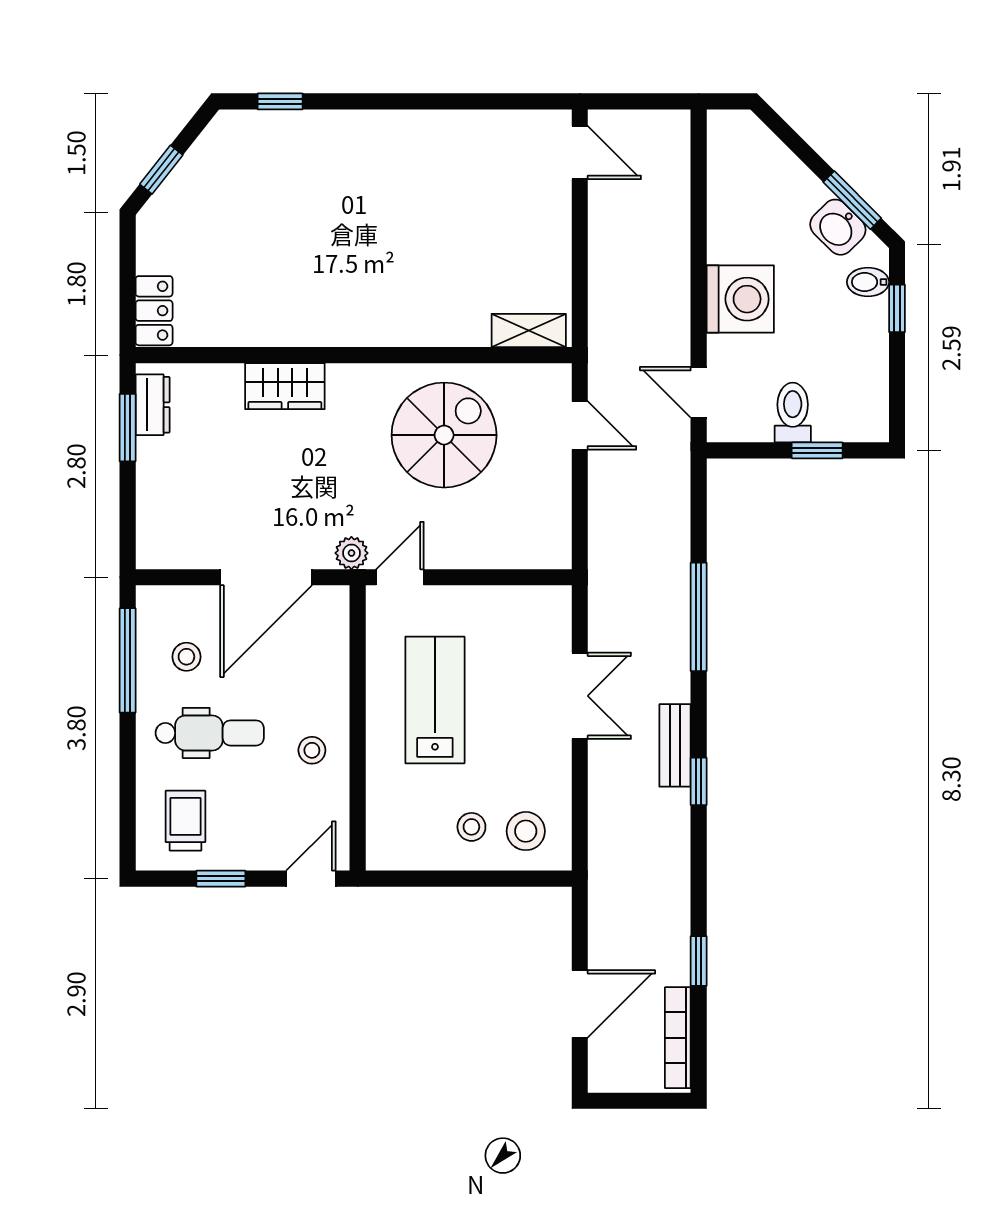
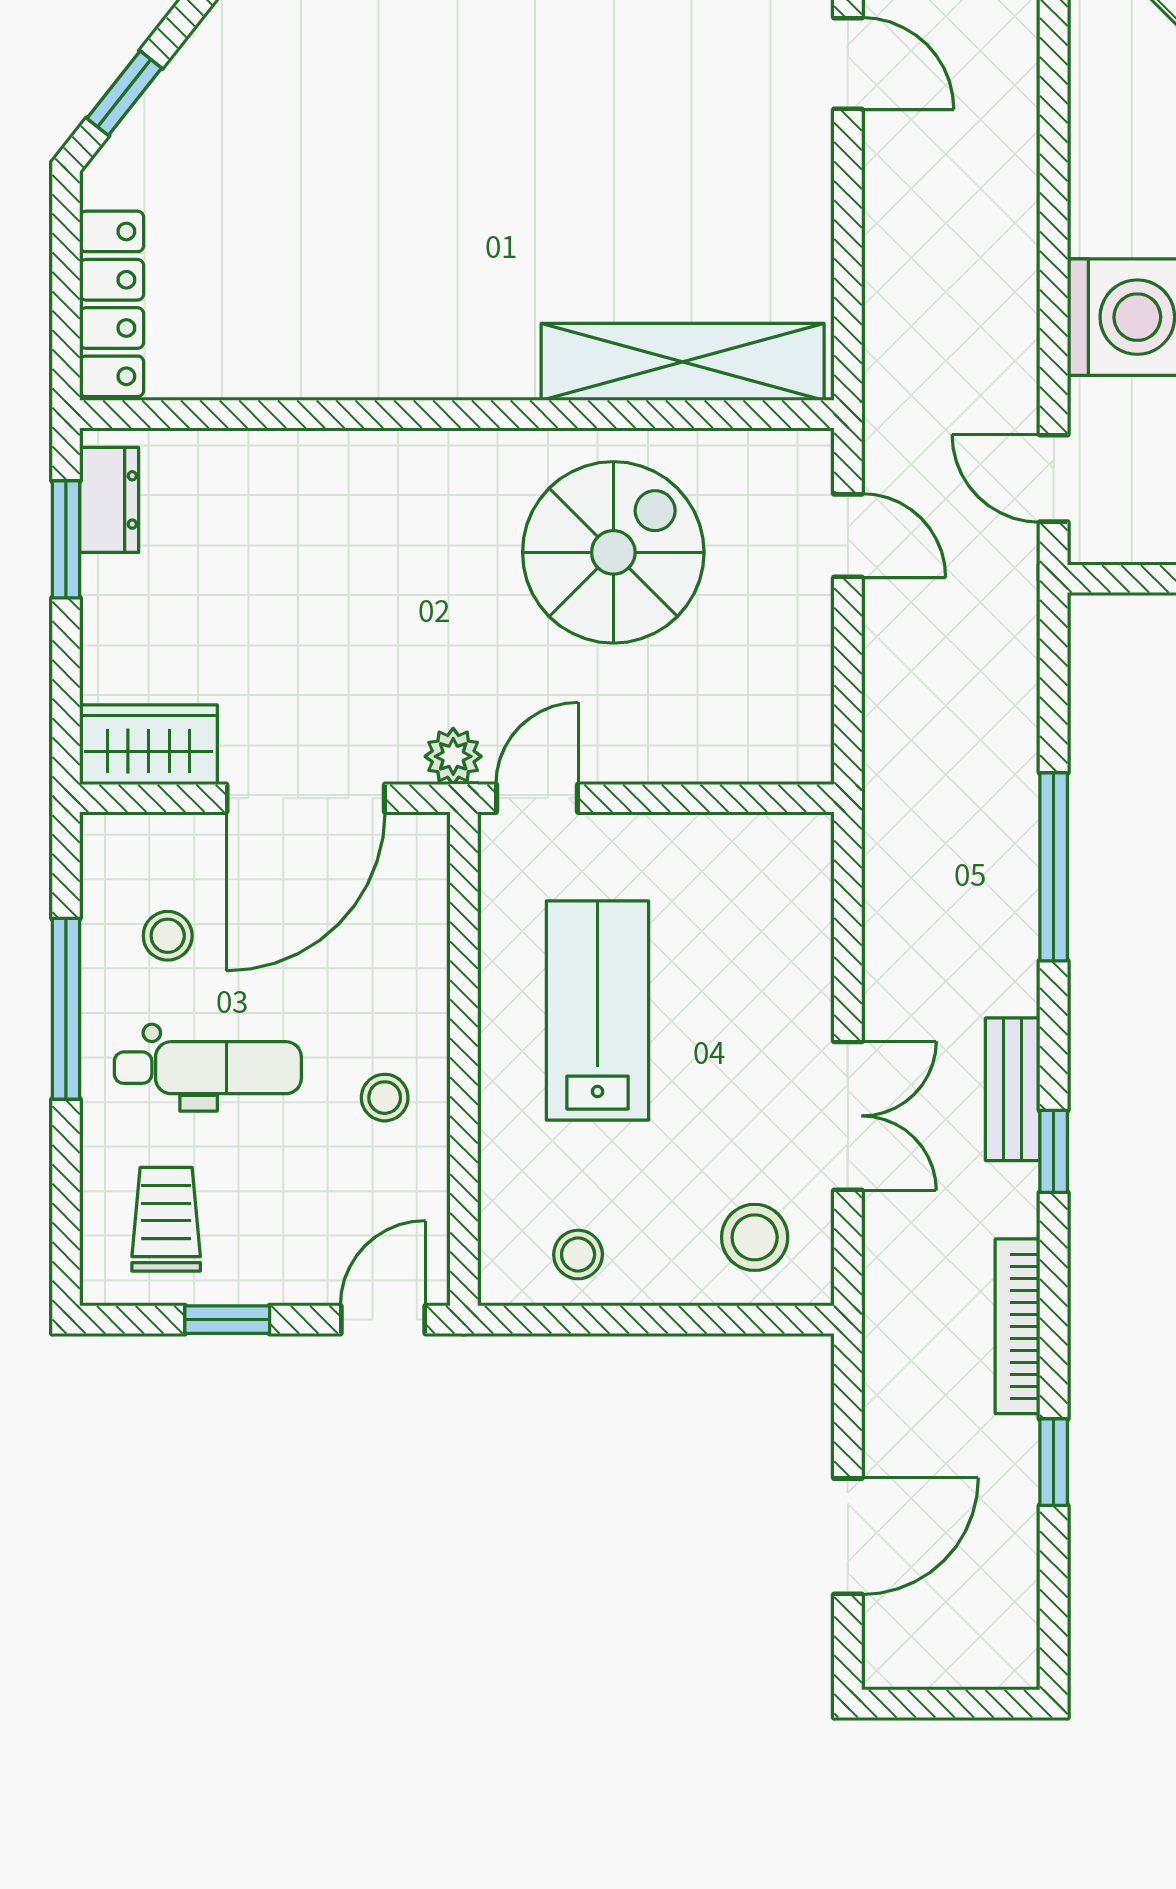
locker: (154, 311) -> (112, 304), width x1.53
shelving: (529, 331) -> (683, 362), width x2.20, depth x1.33
wardrobe: (285, 386) -> (148, 745), moved, turned 180
window: (128, 660) -> (66, 1009), moved
double door: (580, 696) -> (848, 1116), moved
stool: (471, 827) -> (578, 1255), moved
bookcase: (678, 1038) -> (1018, 1326), moved

